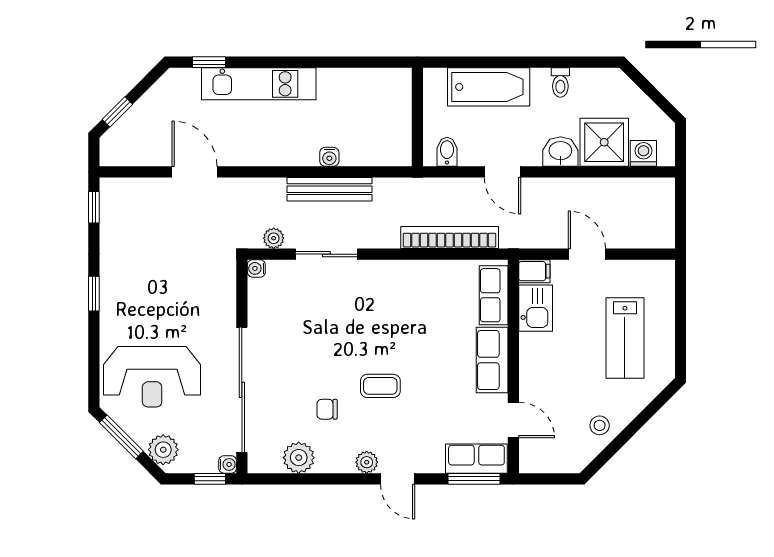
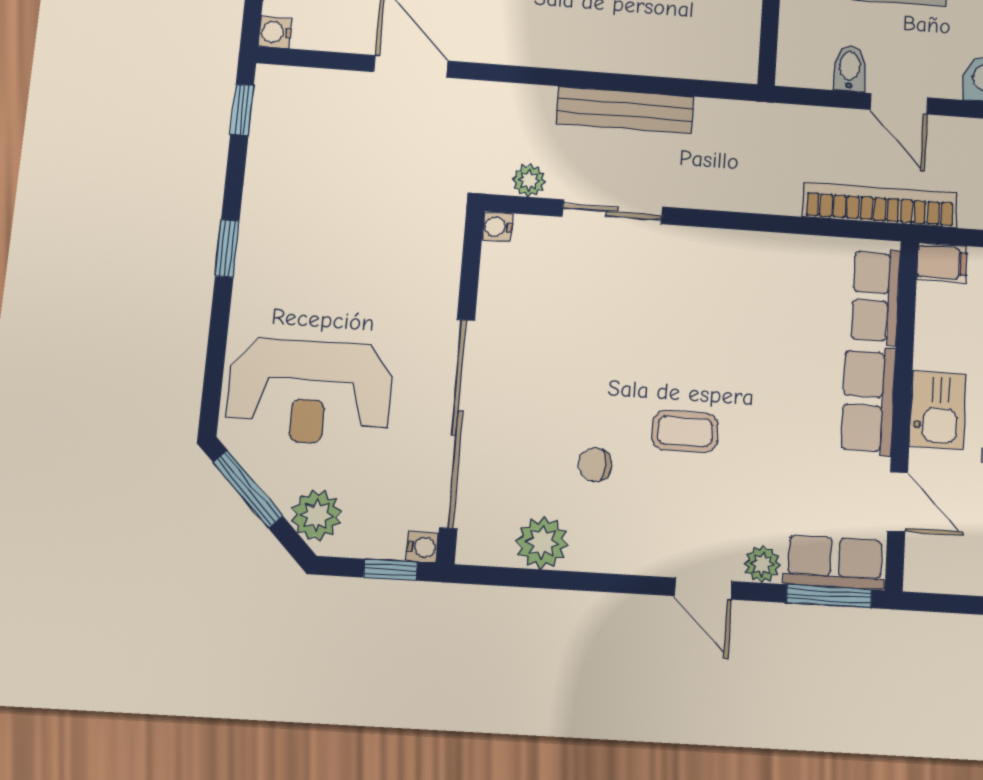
bidet: (447, 152) -> (850, 69), moved
water cooler: (329, 157) -> (275, 32), moved, turned 90
bookcase: (450, 238) -> (880, 205), moved
kitchen sink: (536, 308) -> (938, 410), moved
plant: (367, 462) -> (762, 564), moved

